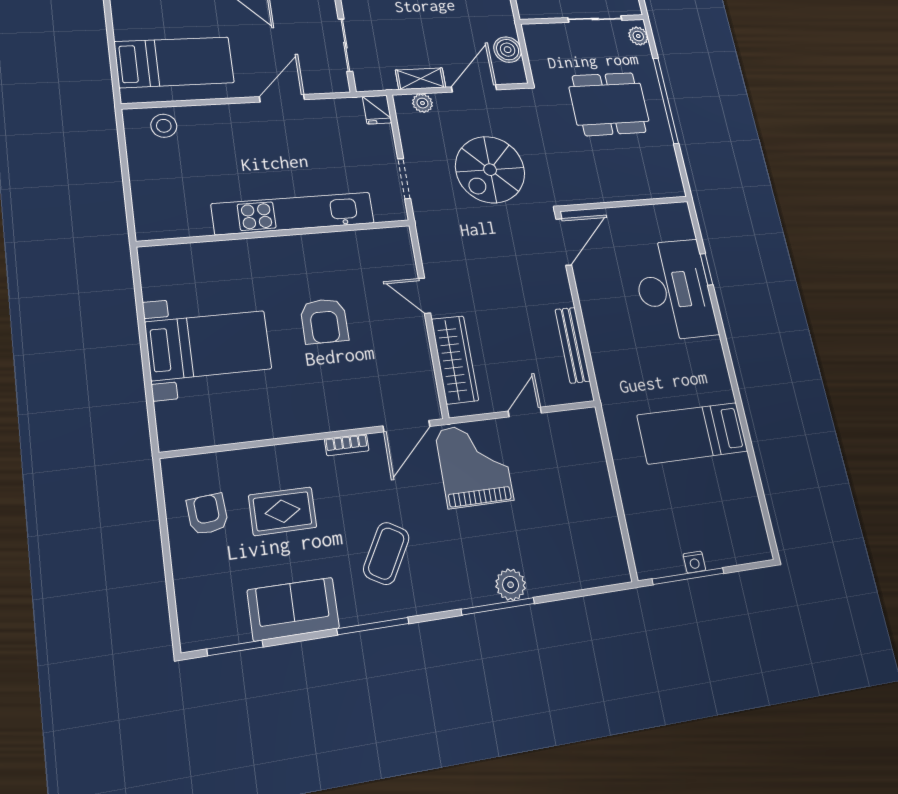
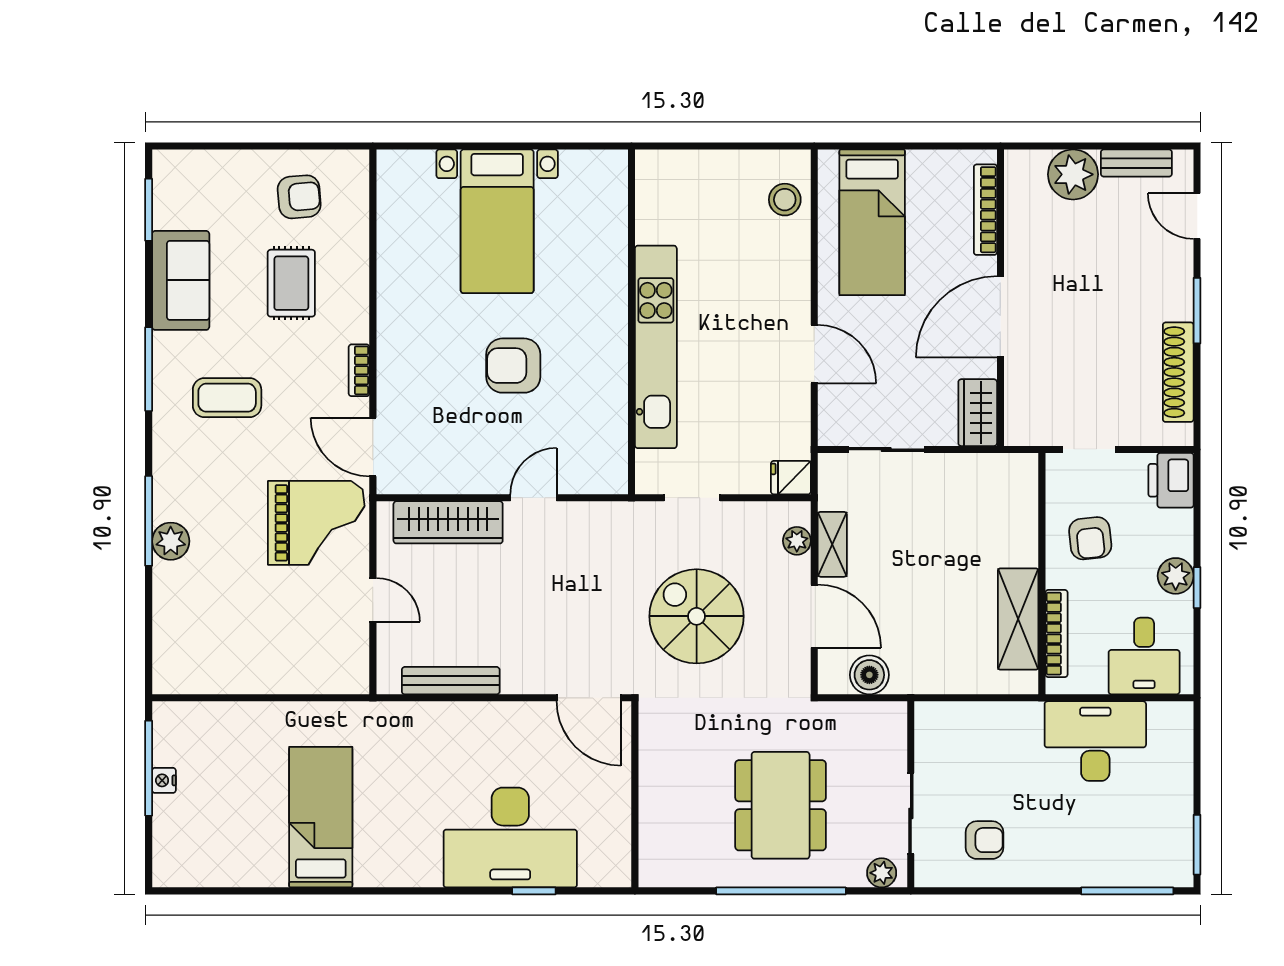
coffee table: (386, 553) -> (227, 398), turned -30

